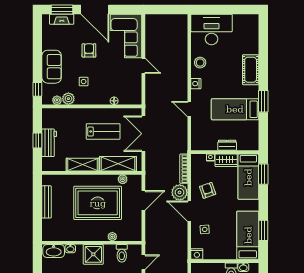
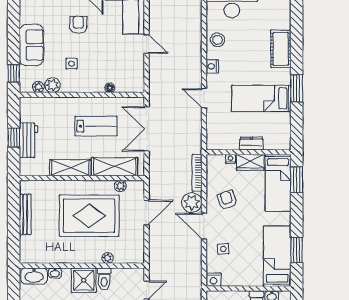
toilet: (122, 253) -> (104, 279), moved

